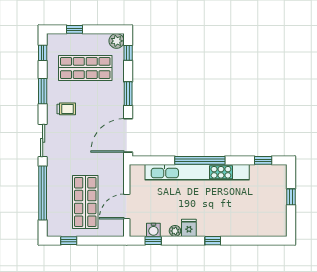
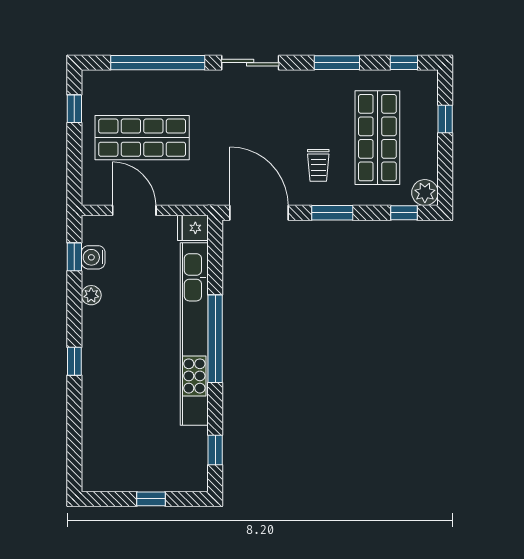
trolley: (66, 109) -> (318, 165), moved
fridge: (189, 228) -> (193, 228), moved, turned 180

